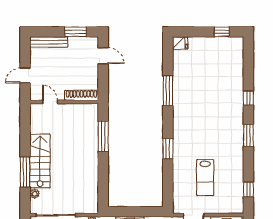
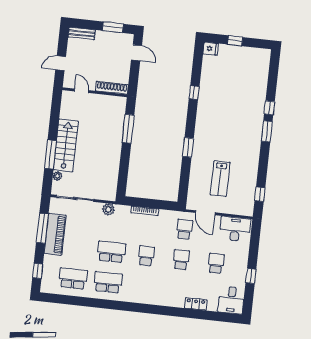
window: (222, 32) -> (235, 41), moved
bench: (49, 42) -> (82, 33), width x0.73
window: (168, 91) -> (194, 93), width x0.46
window: (248, 135) -> (267, 131), moved

